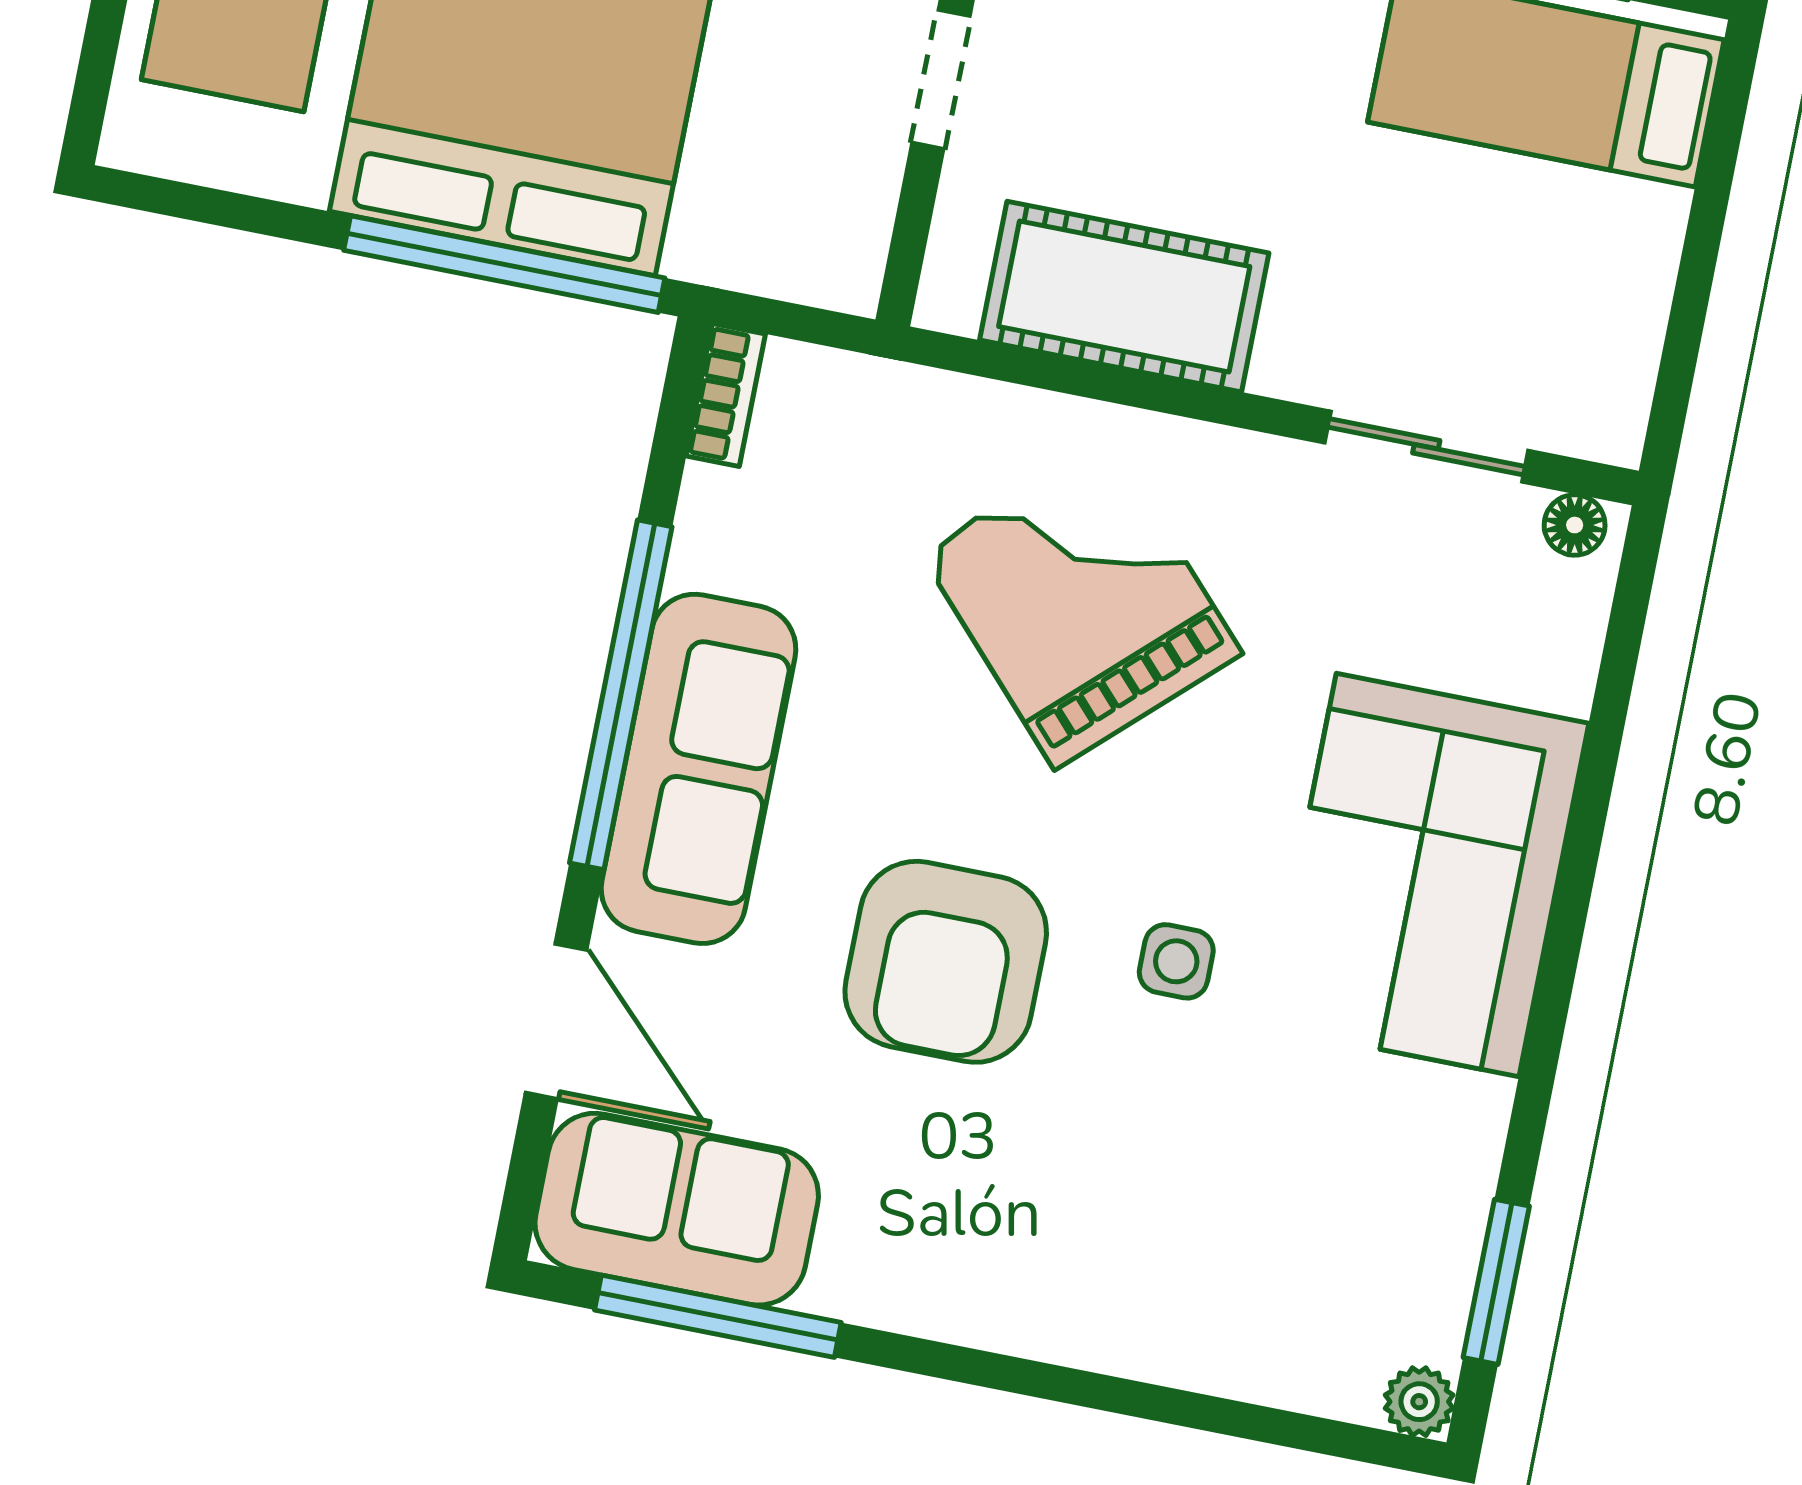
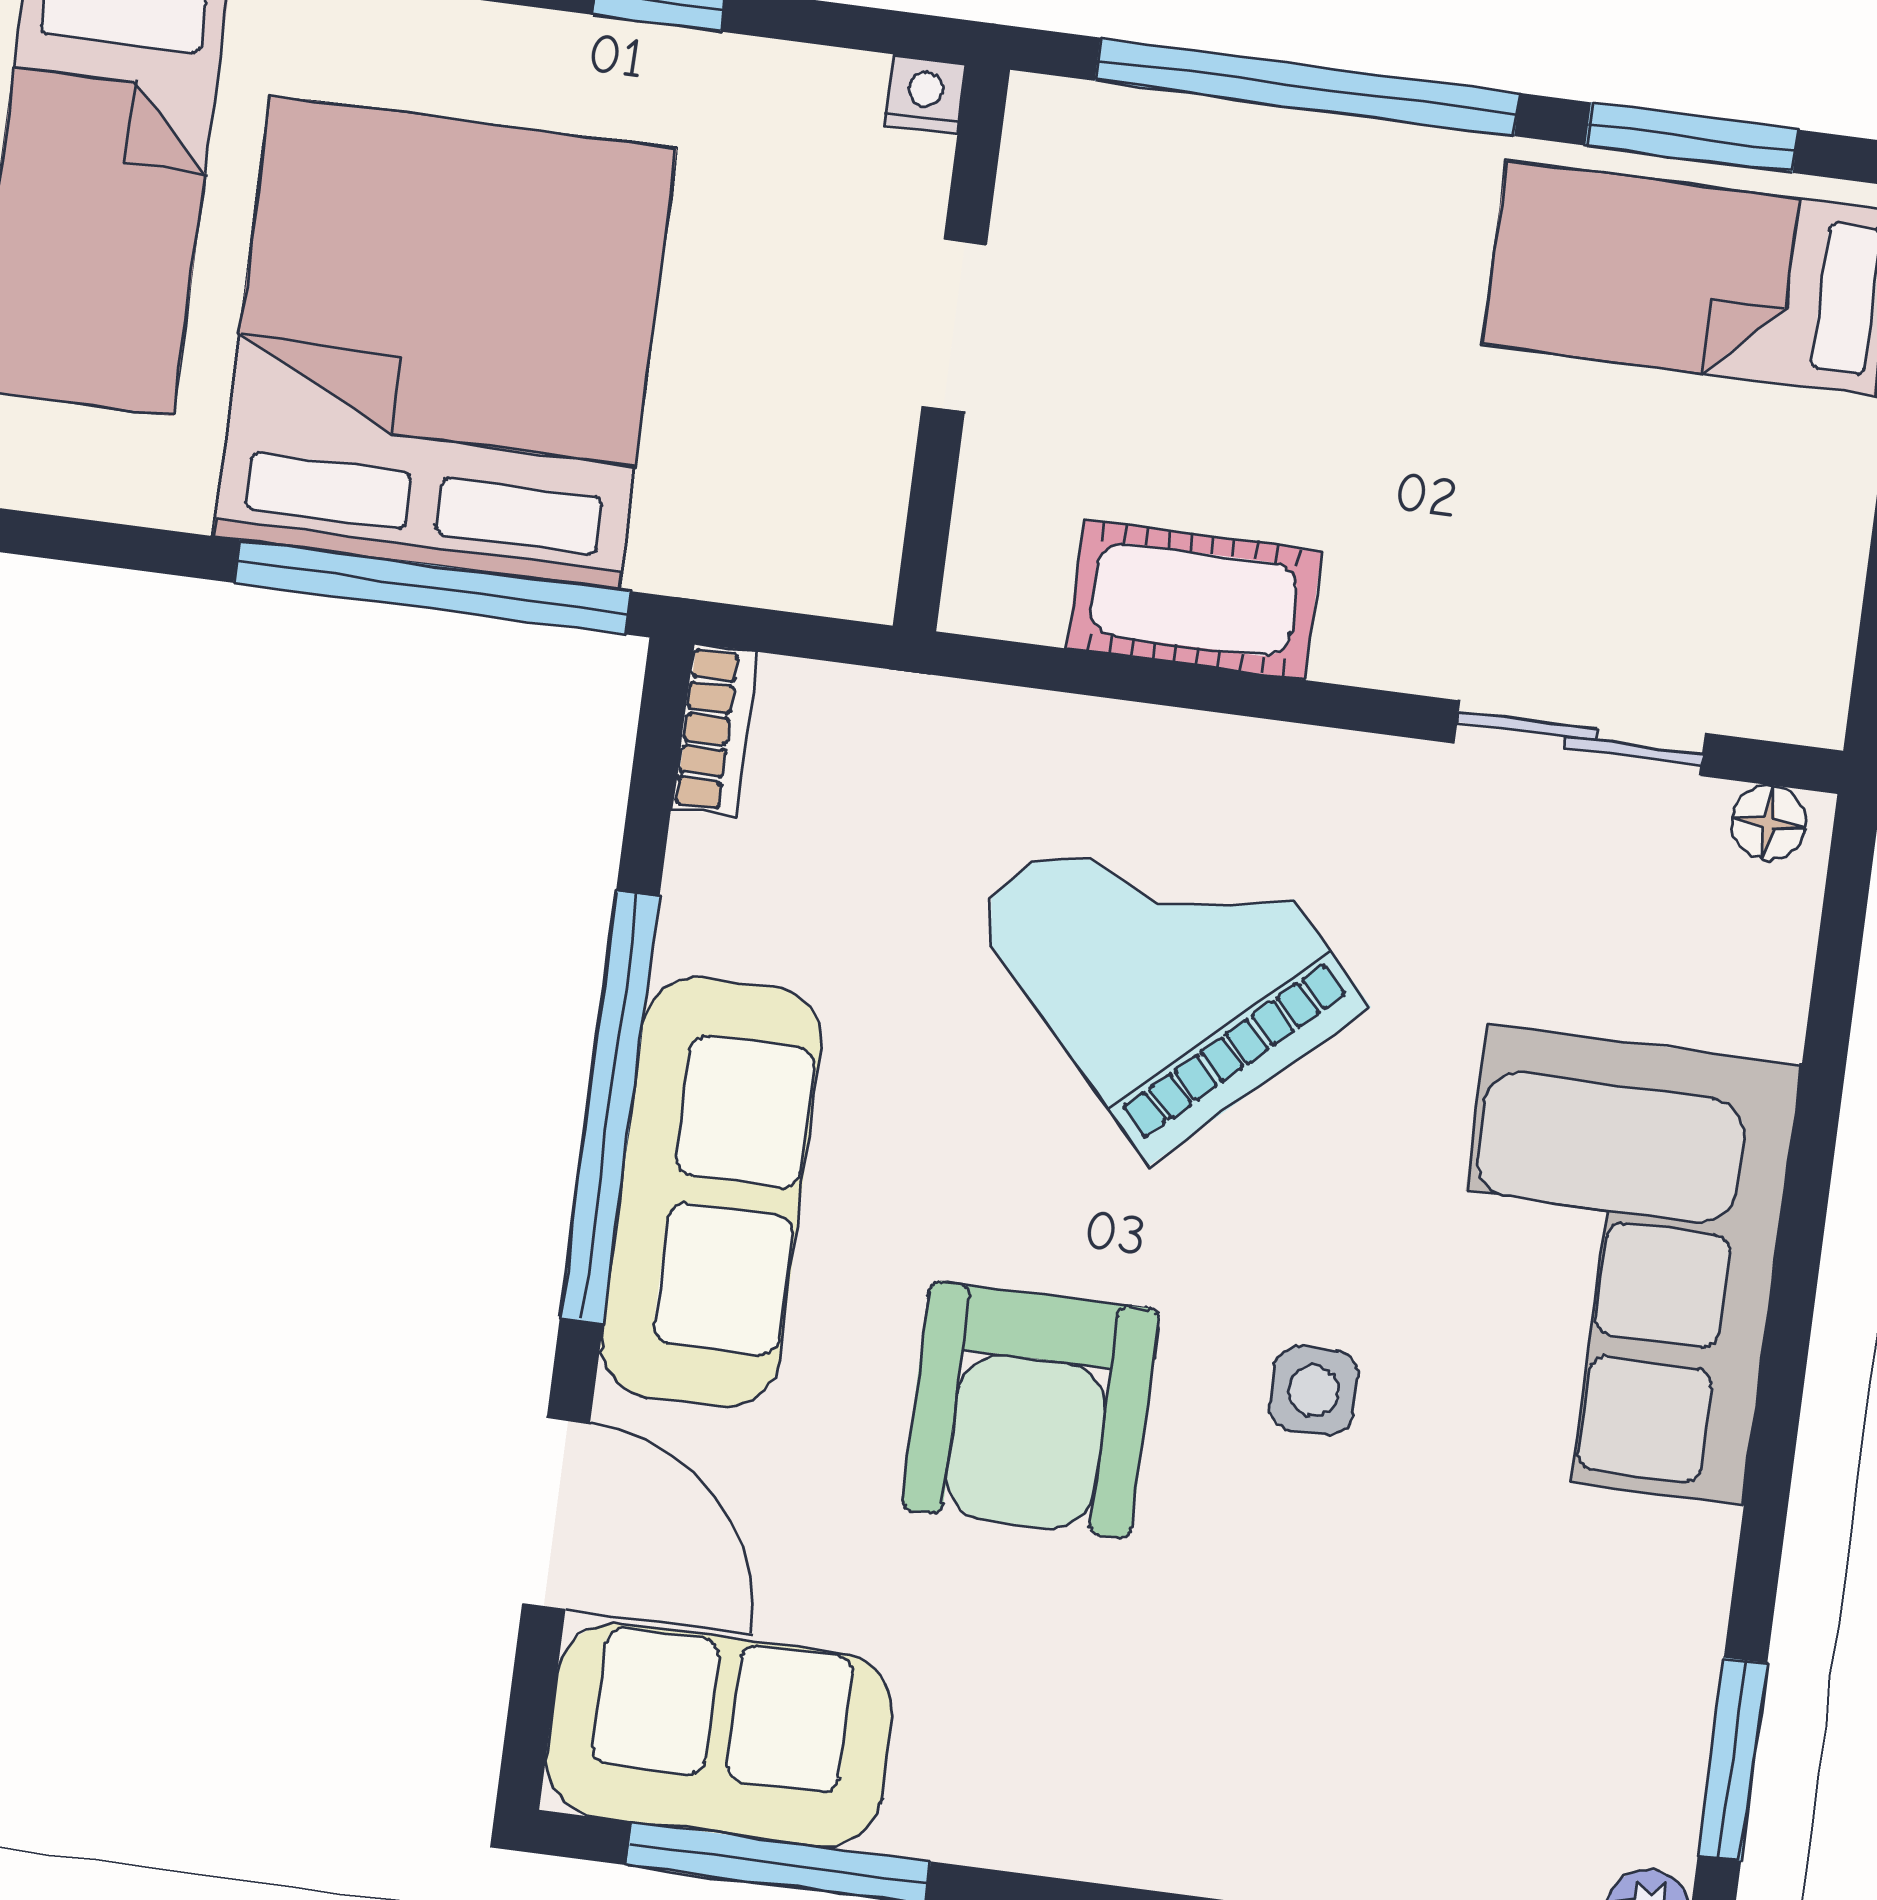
cot: (1124, 297) -> (1194, 600), width x0.73, depth x0.75

